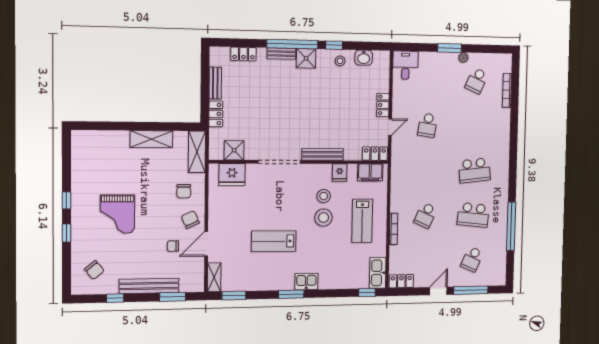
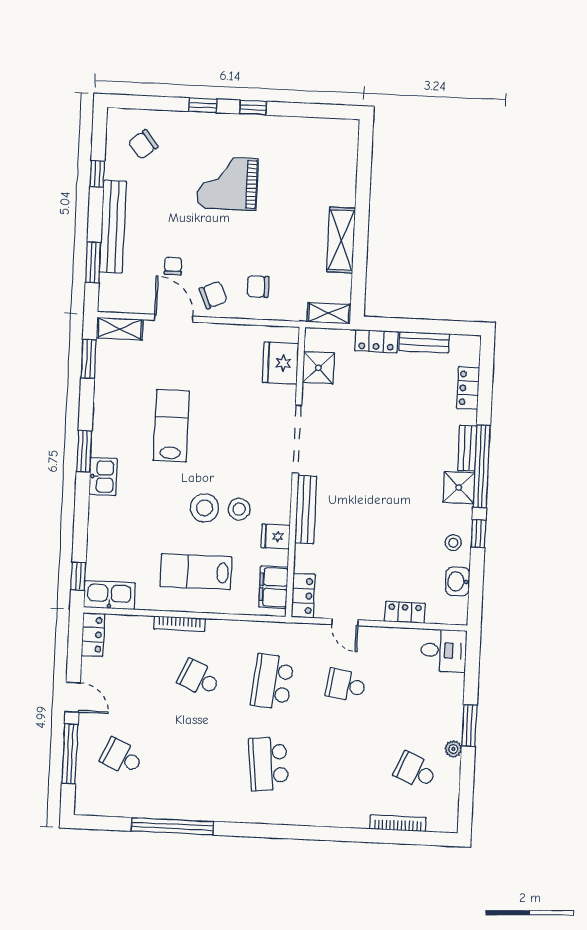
locker: (383, 105) -> (405, 612), moved
shelving: (197, 152) -> (329, 313), width x0.67, depth x0.75
school desk: (473, 215) -> (272, 682), moved

